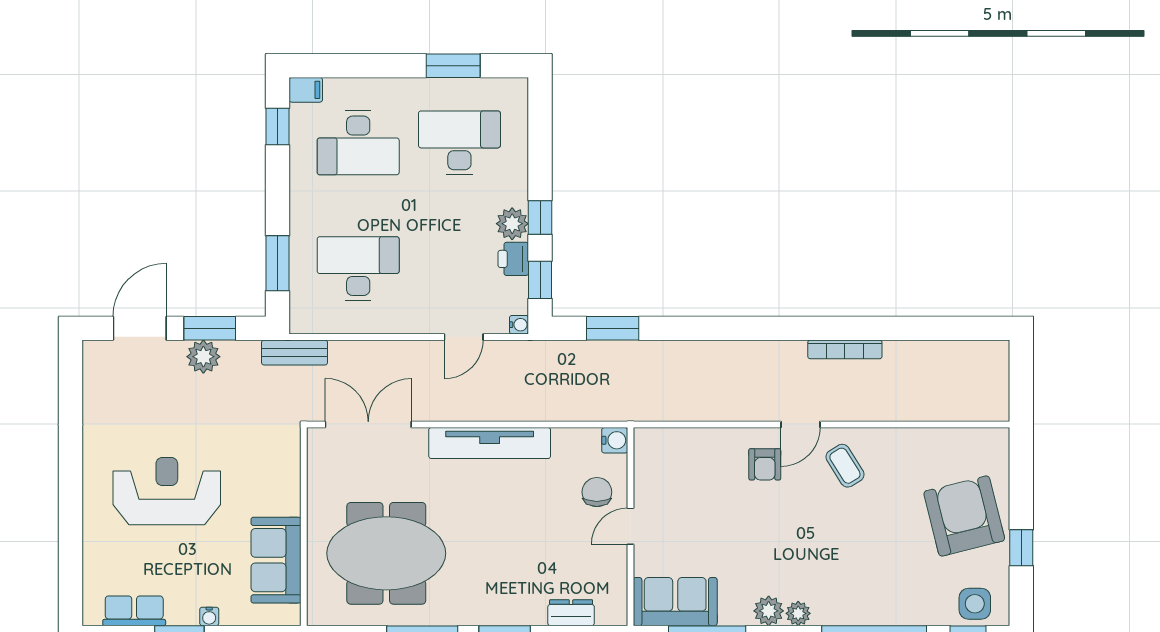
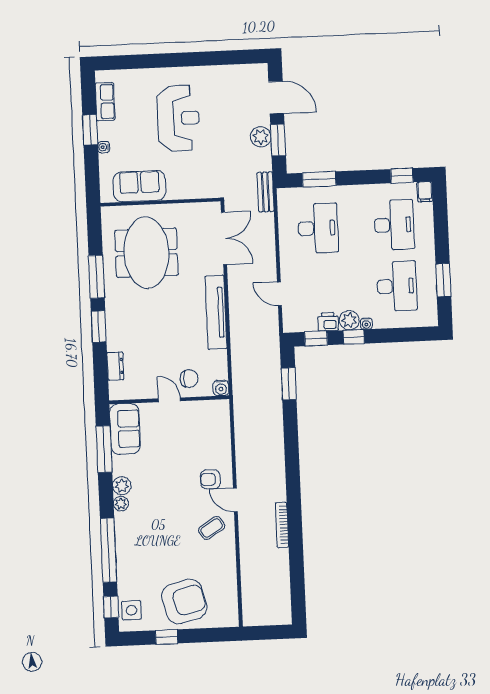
desk: (358, 143) -> (394, 225), turned 180
water cooler: (519, 325) -> (366, 324), moved

